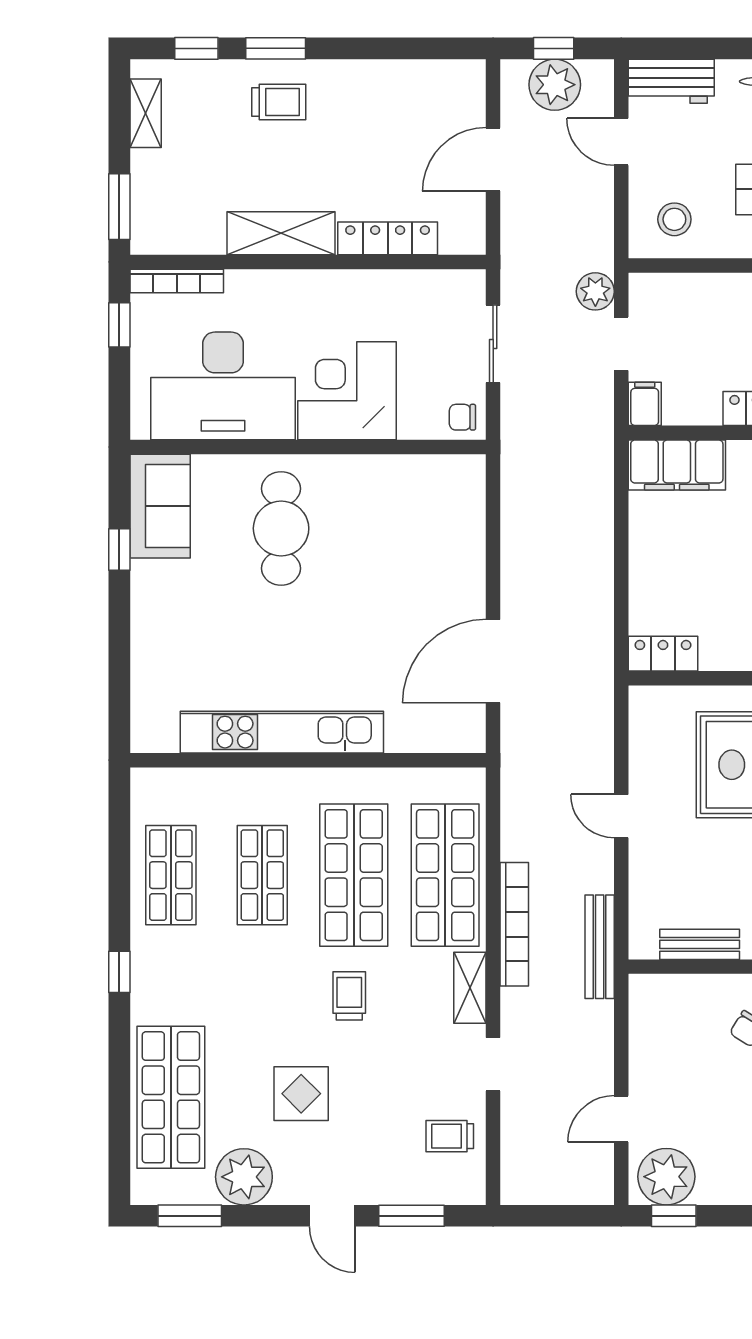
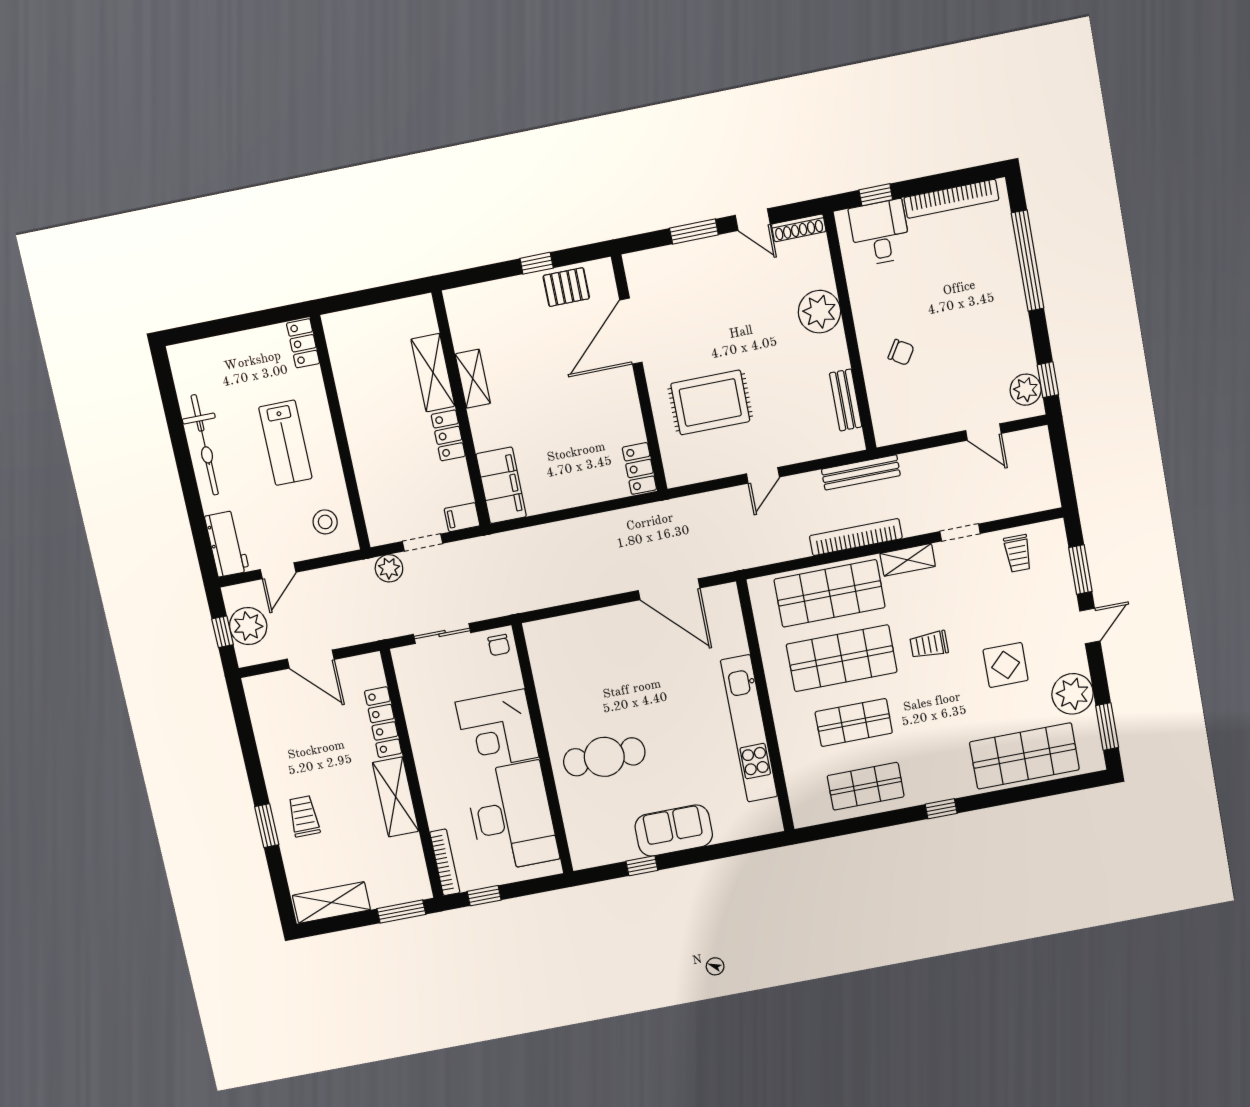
window: (196, 48) -> (279, 880), removed
shelving: (146, 113) -> (331, 902), width x1.50, depth x1.33
sofa: (160, 506) -> (674, 831), moved
plant: (666, 1177) -> (1026, 390), width x0.73, depth x0.73

